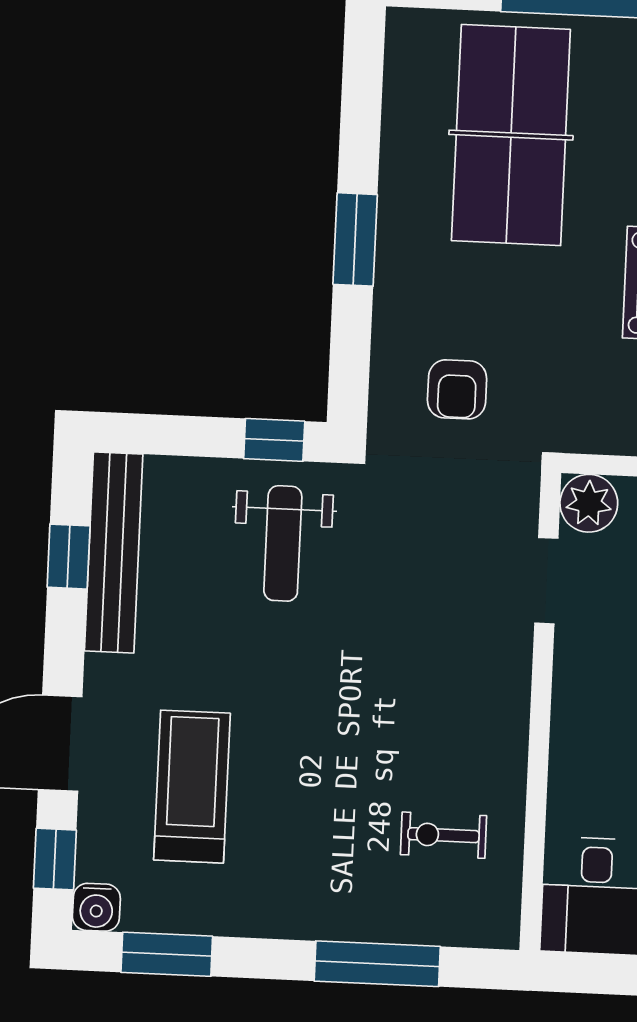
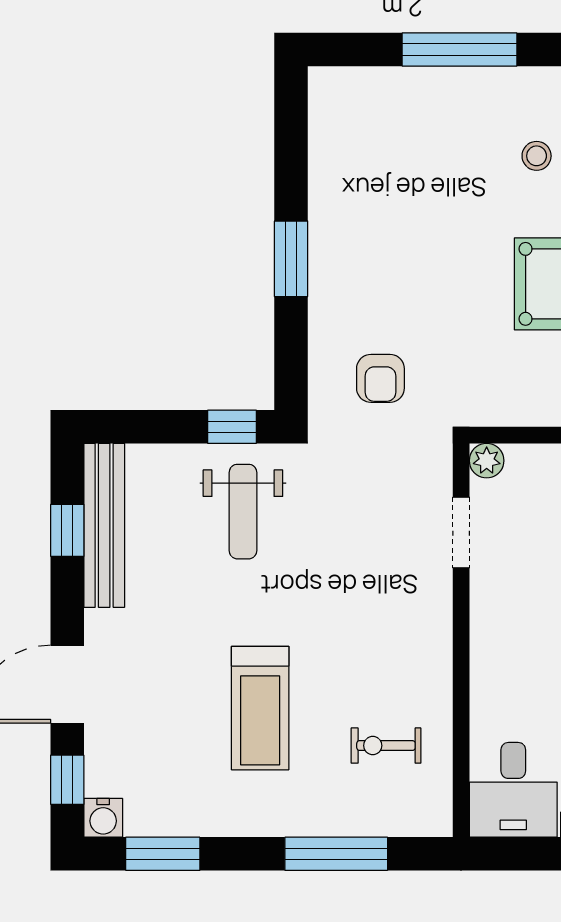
table tennis table: (511, 135) -> (415, 167), removed
plant: (589, 503) -> (487, 461), width x0.73, depth x0.73
treadmill: (192, 787) -> (260, 708), moved, turned 180

